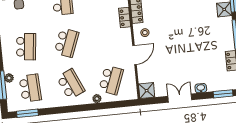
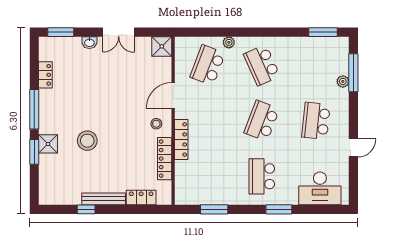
stool: (195, 15) -> (87, 141), added
locker: (125, 18) -> (181, 139), width x1.53
school desk: (30, 88) -> (316, 65), removed

